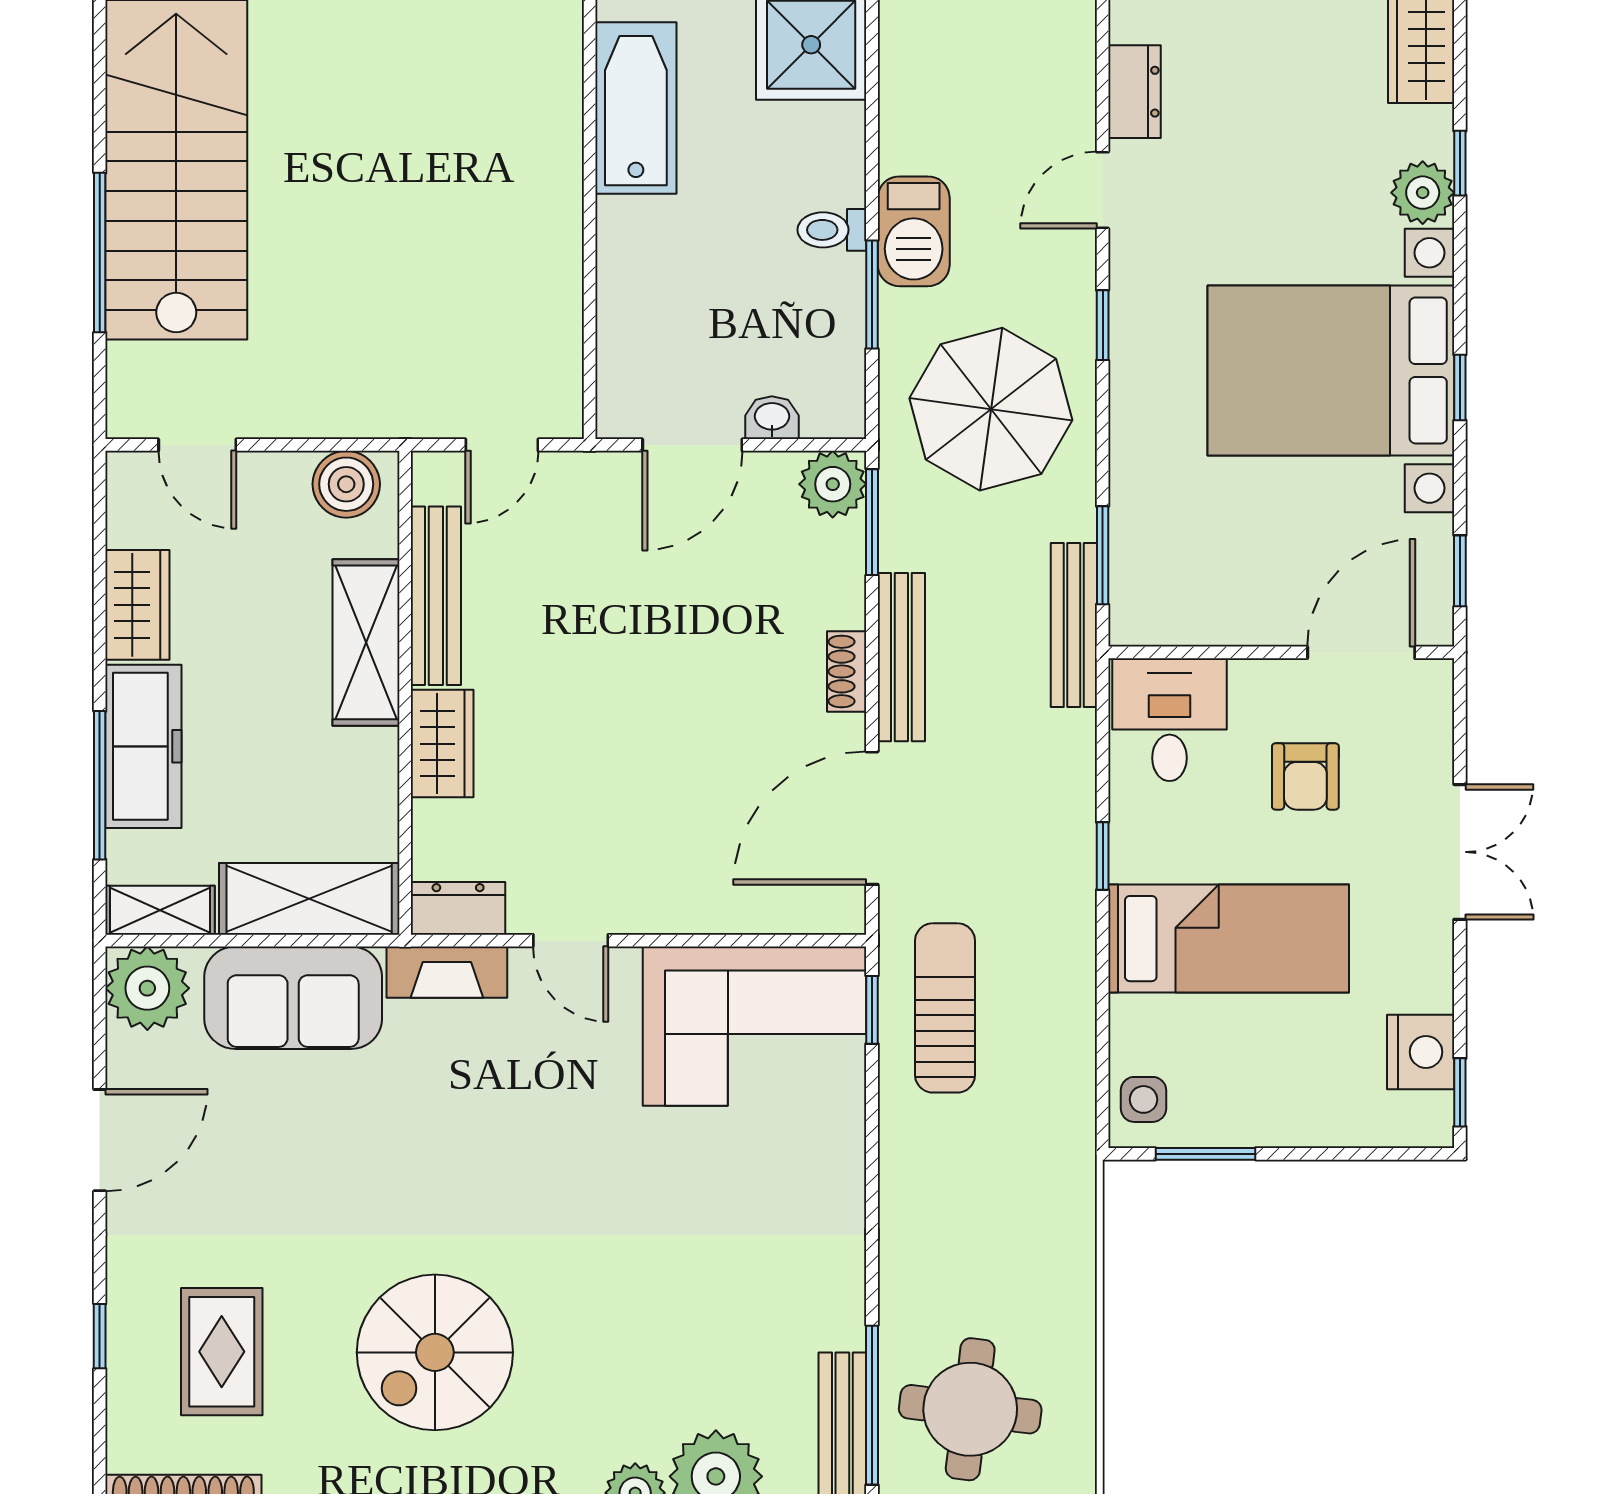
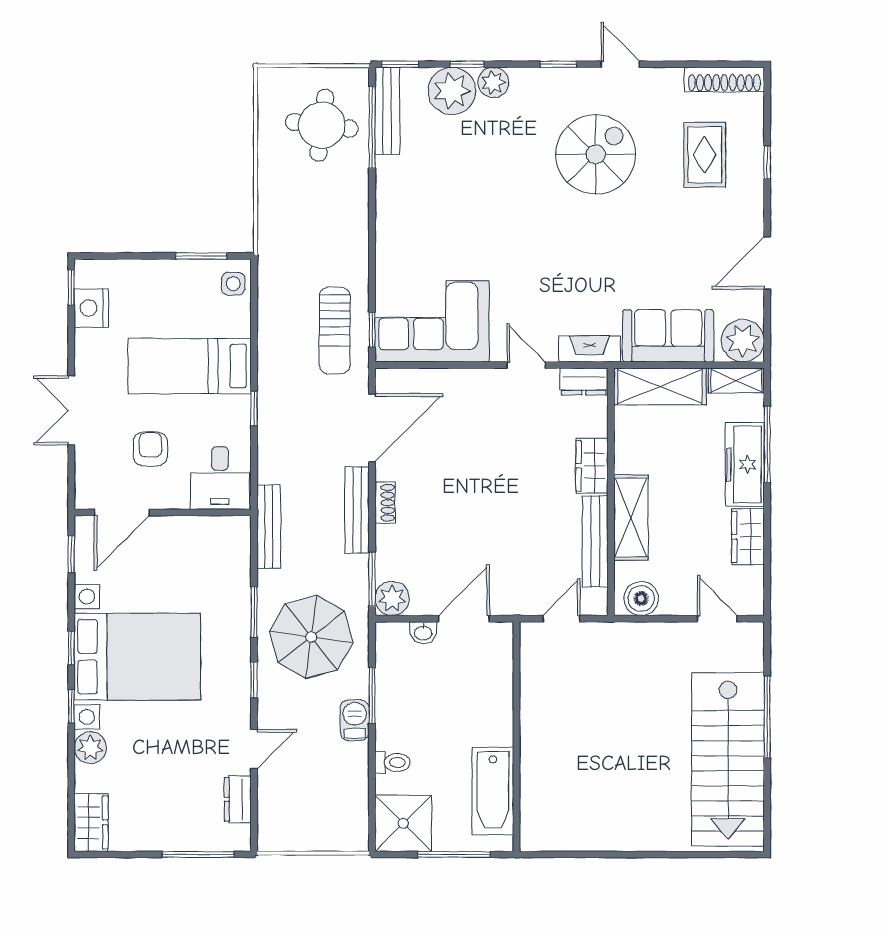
window: (1460, 163) -> (71, 706), moved
toilet: (832, 230) -> (393, 762), moved
barbecue: (914, 231) -> (355, 720), width x0.73, depth x0.79
window: (1103, 555) -> (254, 612), moved

